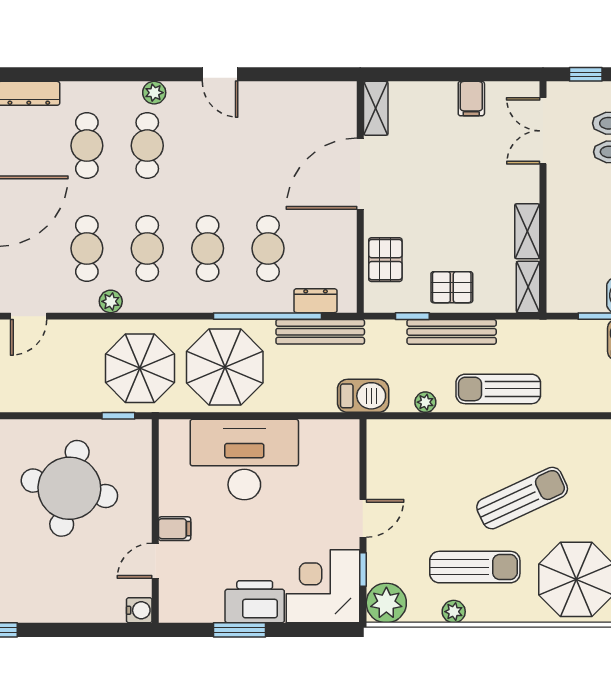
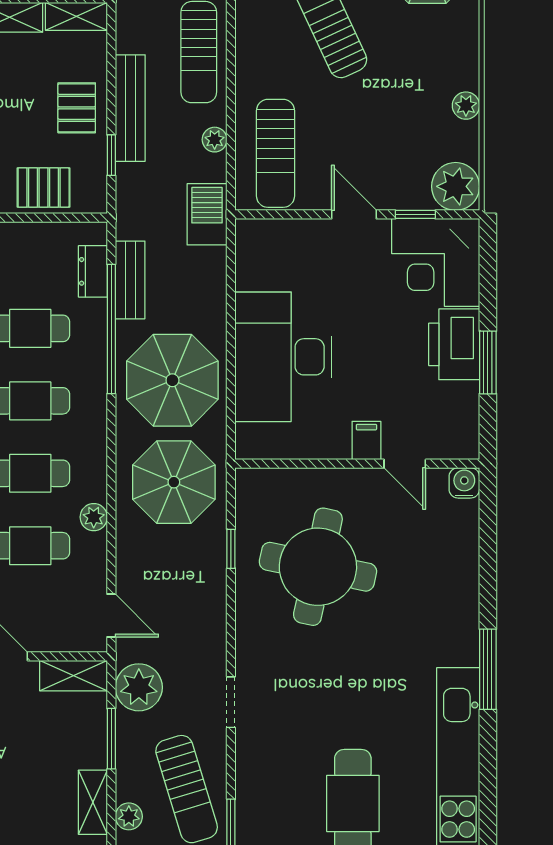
bench: (320, 332) -> (130, 280), width x0.73
window: (118, 416) -> (231, 549), moved
sun lounger: (475, 567) -> (276, 153), moved, turned 180

